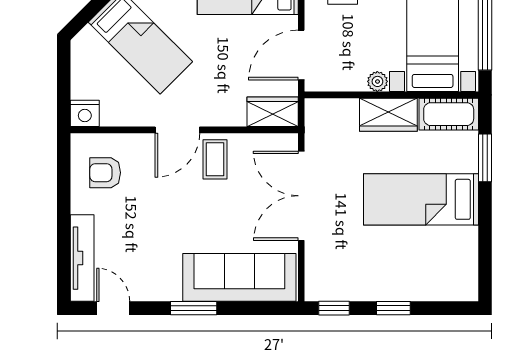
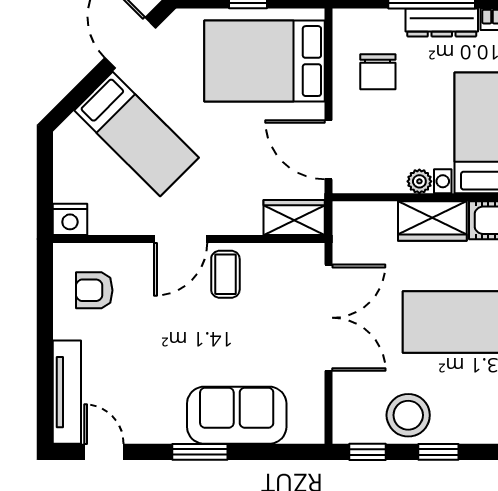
door: (301, 55) -> (328, 150), hinge flipped
double door: (301, 196) -> (328, 318), swing flipped
sofa: (239, 277) -> (237, 415), width x0.73
stool: (368, 277) -> (408, 415), added

